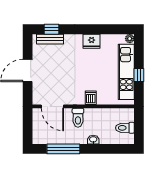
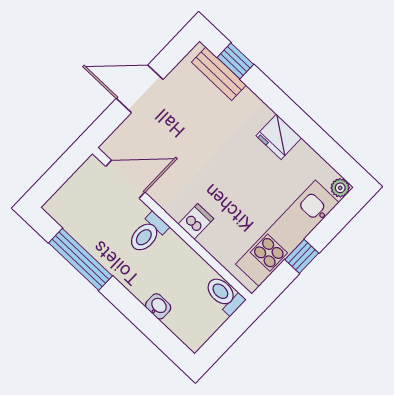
door: (52, 106) -> (125, 179), swing flipped
toilet: (125, 128) -> (224, 295), moved
washbasin: (93, 140) -> (158, 306), moved

